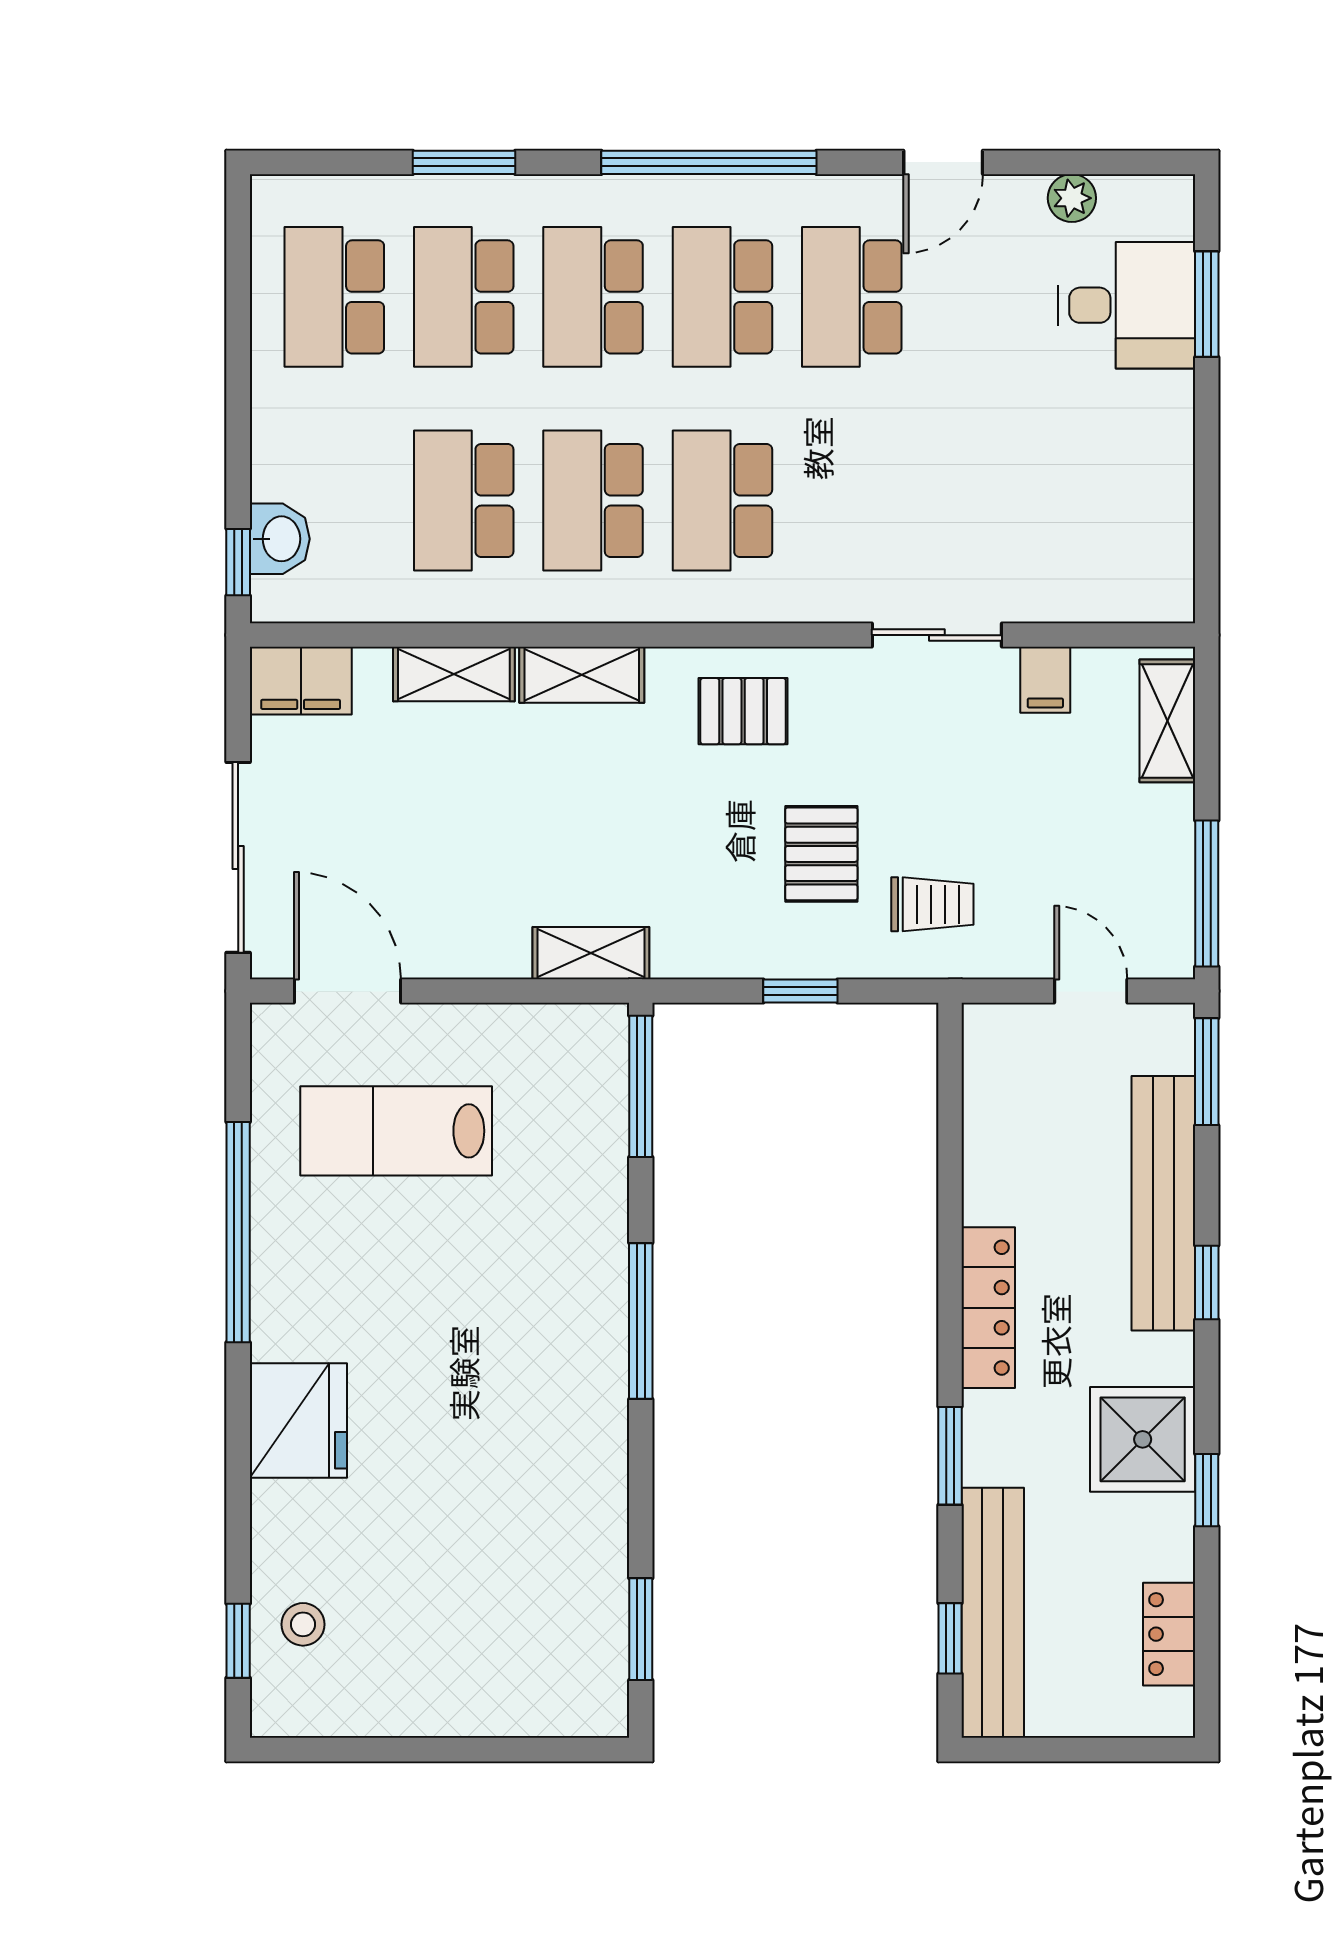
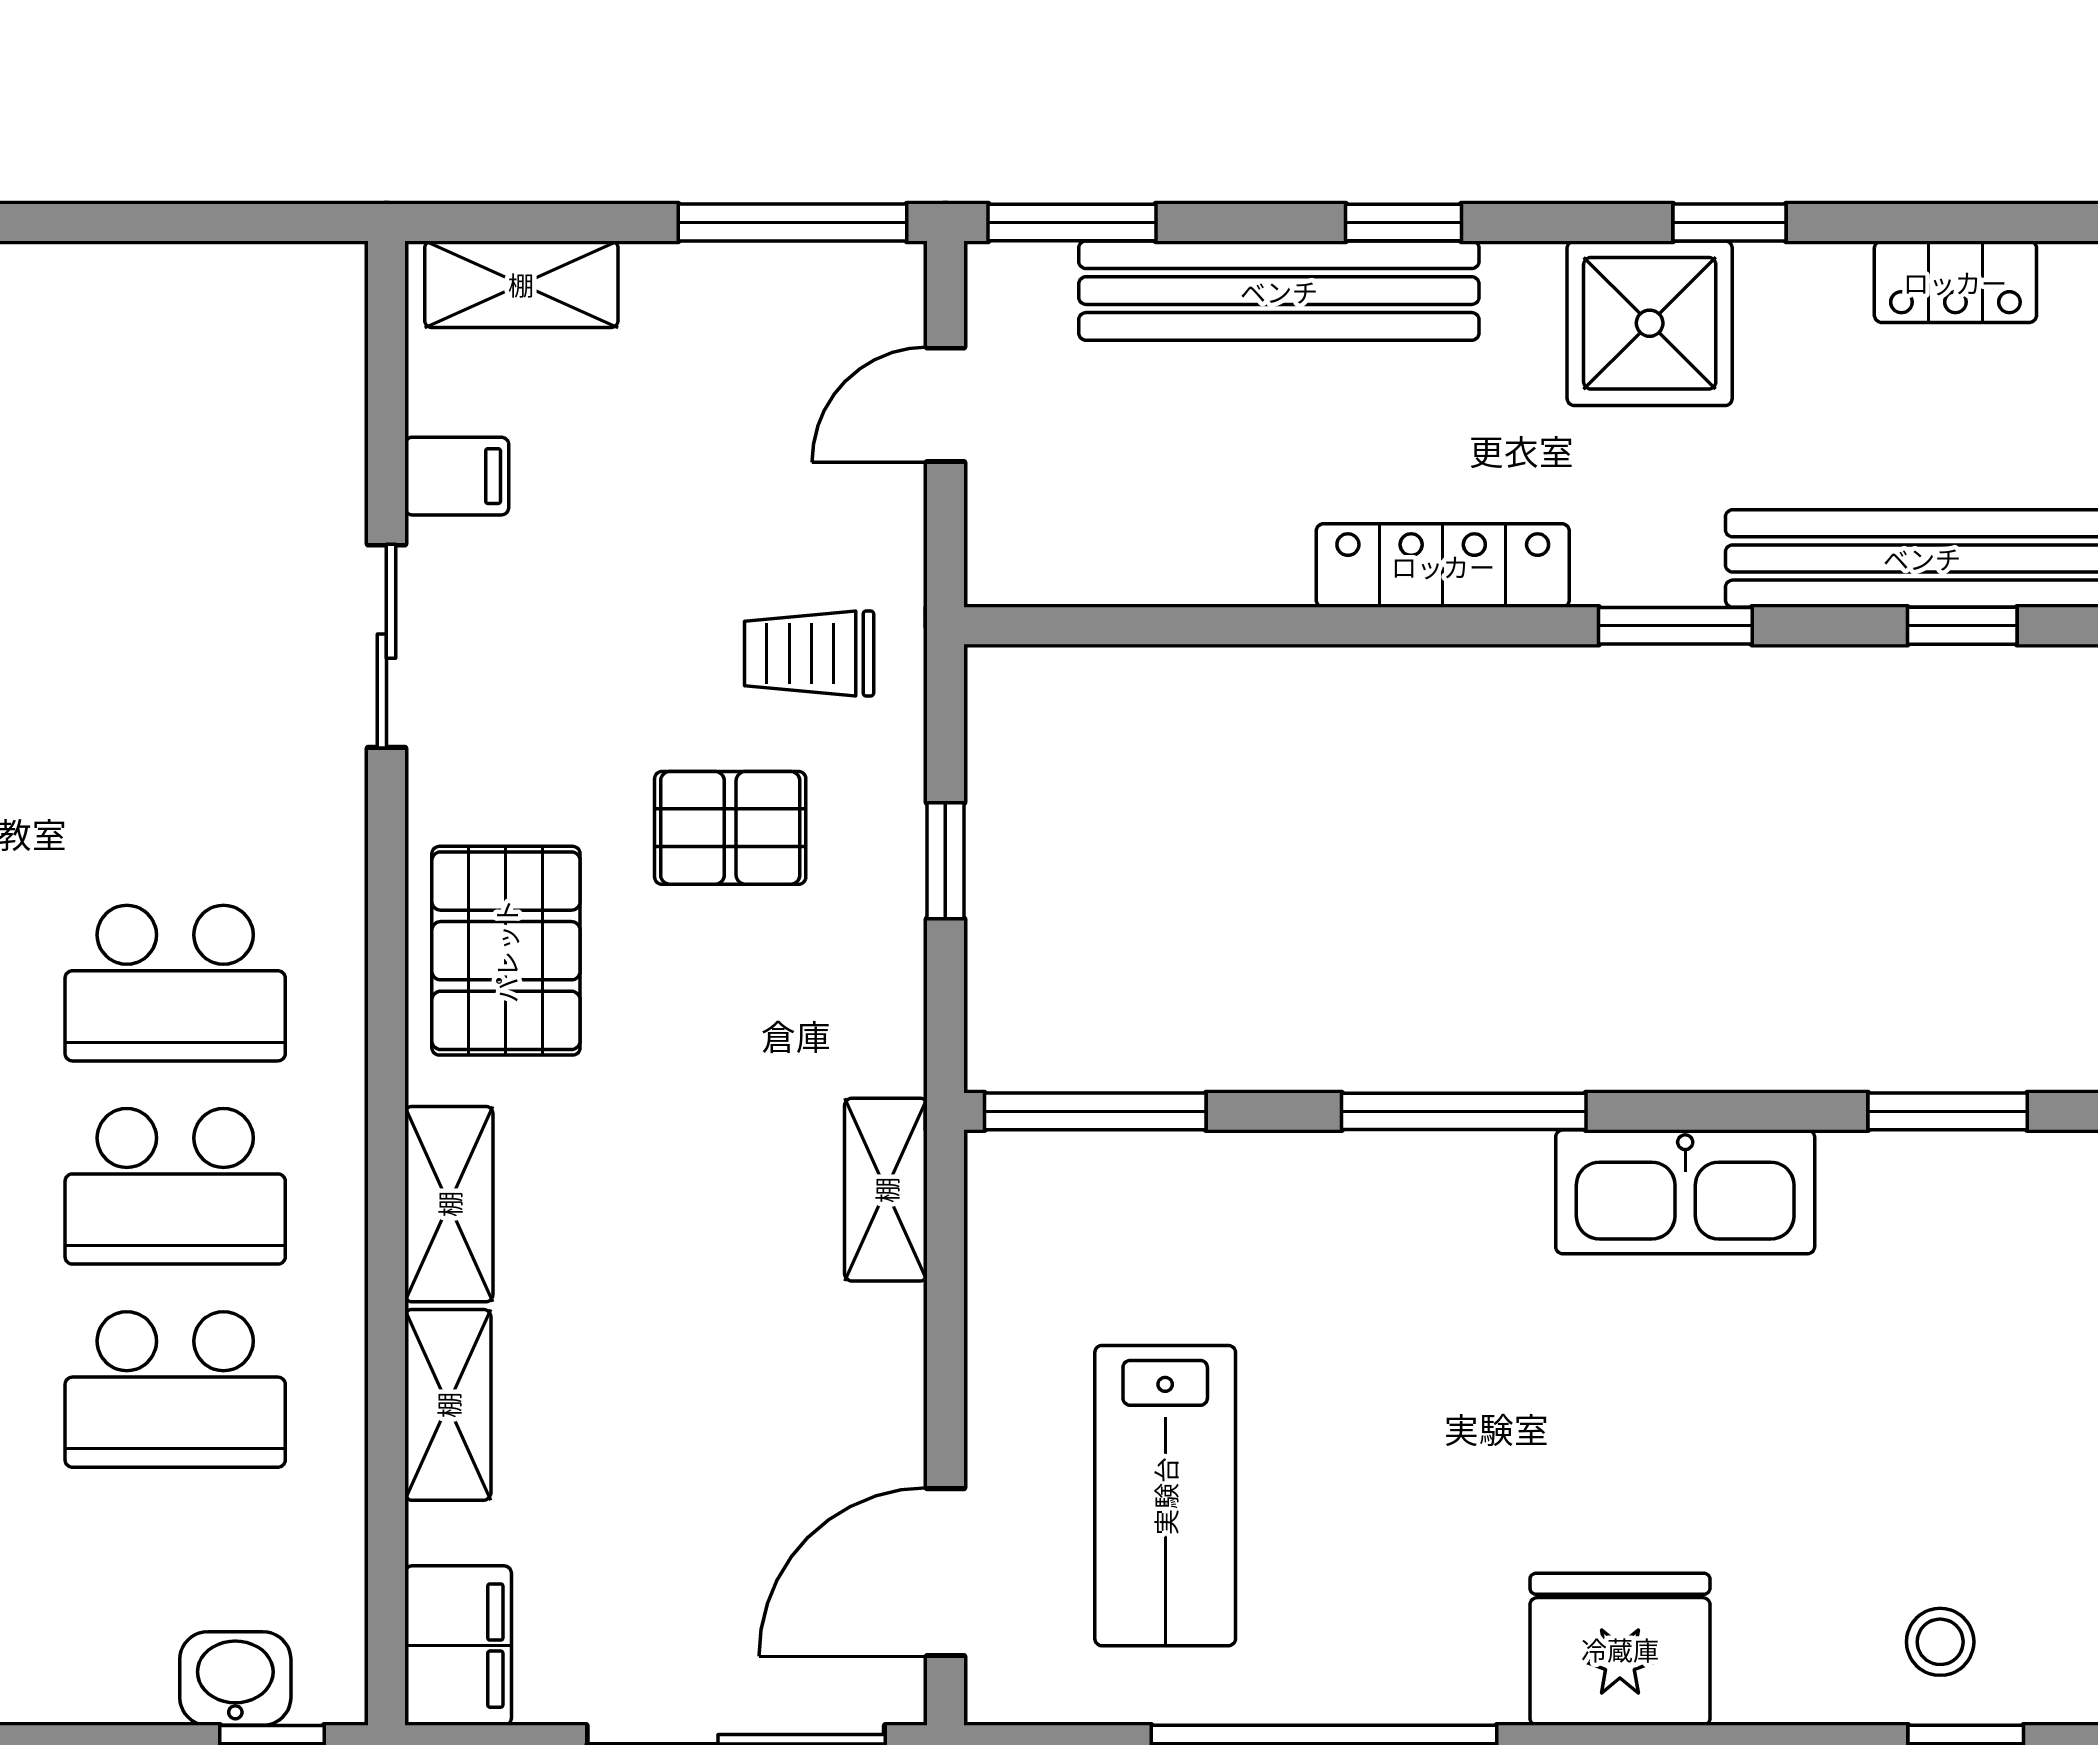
pallet: (743, 711) -> (506, 951), width x1.50, depth x1.42
trolley: (932, 904) -> (809, 653), turned -90
kitchen sink: (590, 1462) -> (1685, 1192), added

